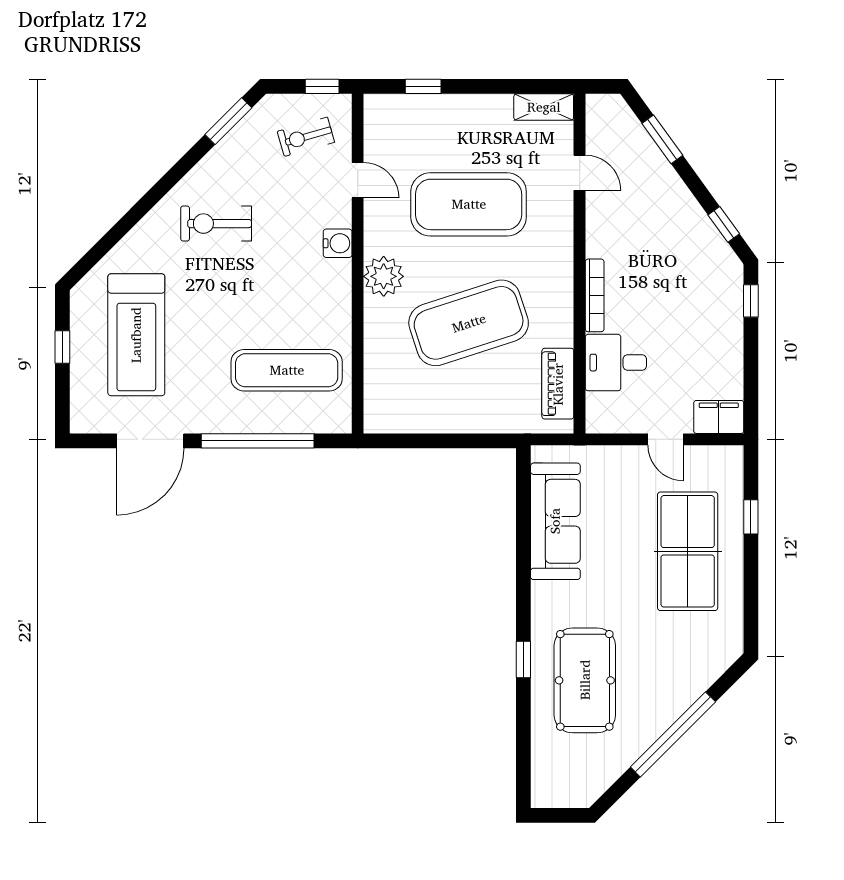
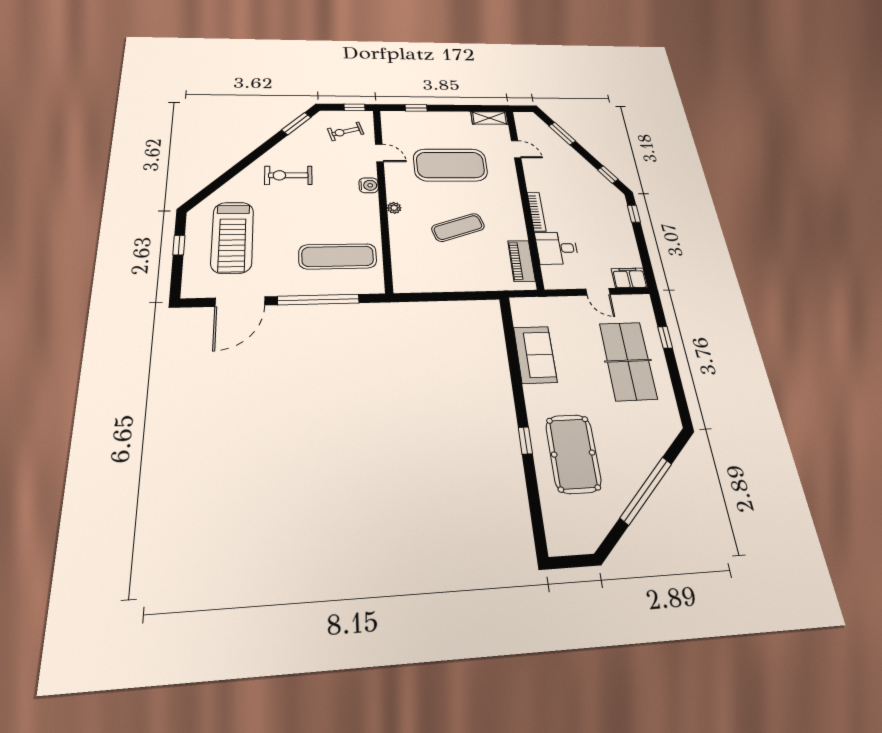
plant: (384, 276) -> (394, 208), width x0.53, depth x0.53
exercise mat: (469, 323) -> (458, 227), width x0.50, depth x0.69
sofa: (555, 521) -> (535, 355), width x0.73

